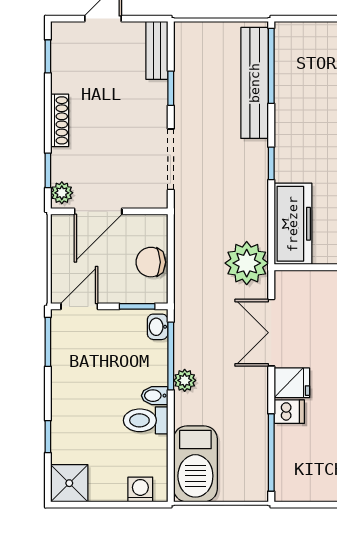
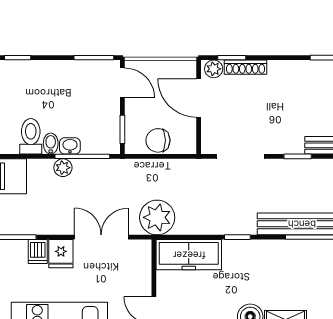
shoe rack: (60, 120) -> (246, 67), moved
chair: (151, 262) -> (158, 140), turned -90
washbasin: (158, 327) -> (70, 146), moved

